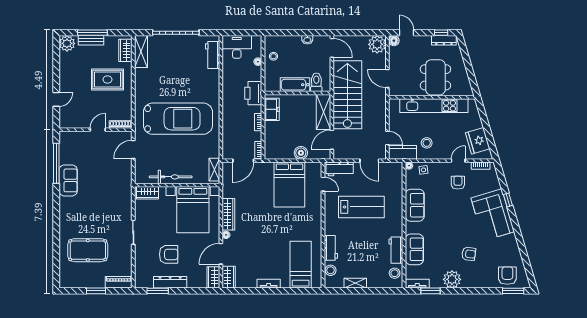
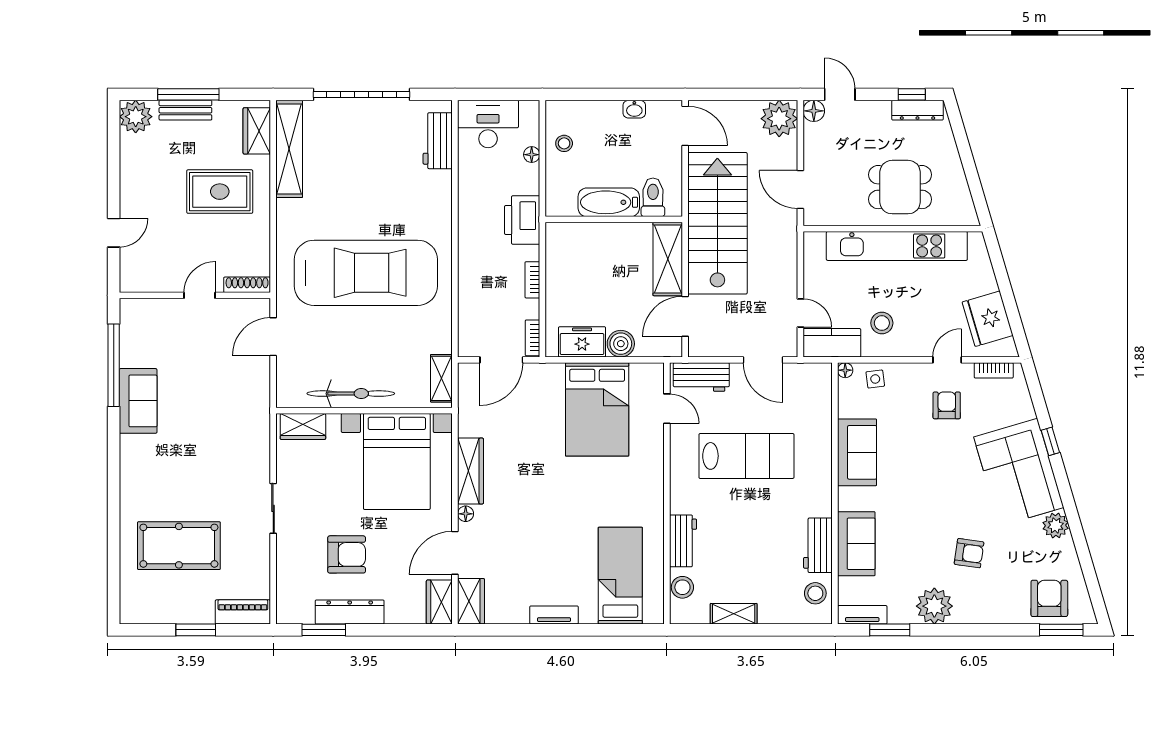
shelving: (141, 51) -> (289, 149), width x1.47
dining table: (435, 77) -> (900, 187), width x0.73
freezer: (272, 109) -> (582, 342), moved, turned -90
plant: (510, 240) -> (1056, 525), added

